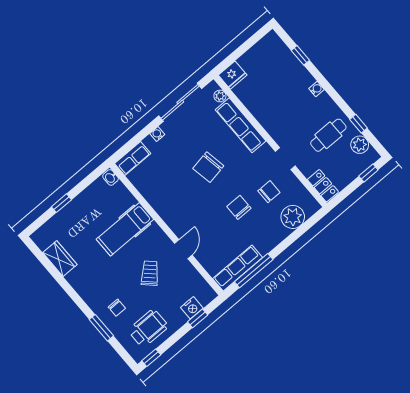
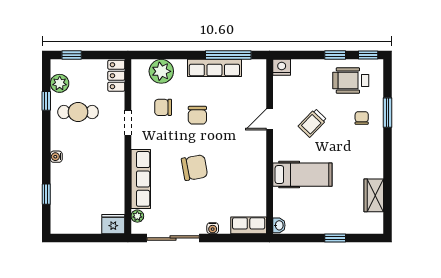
row of seats: (238, 268) -> (214, 68), moved
nightstand: (192, 308) -> (282, 67), moved
window: (198, 318) -> (335, 55), moved

